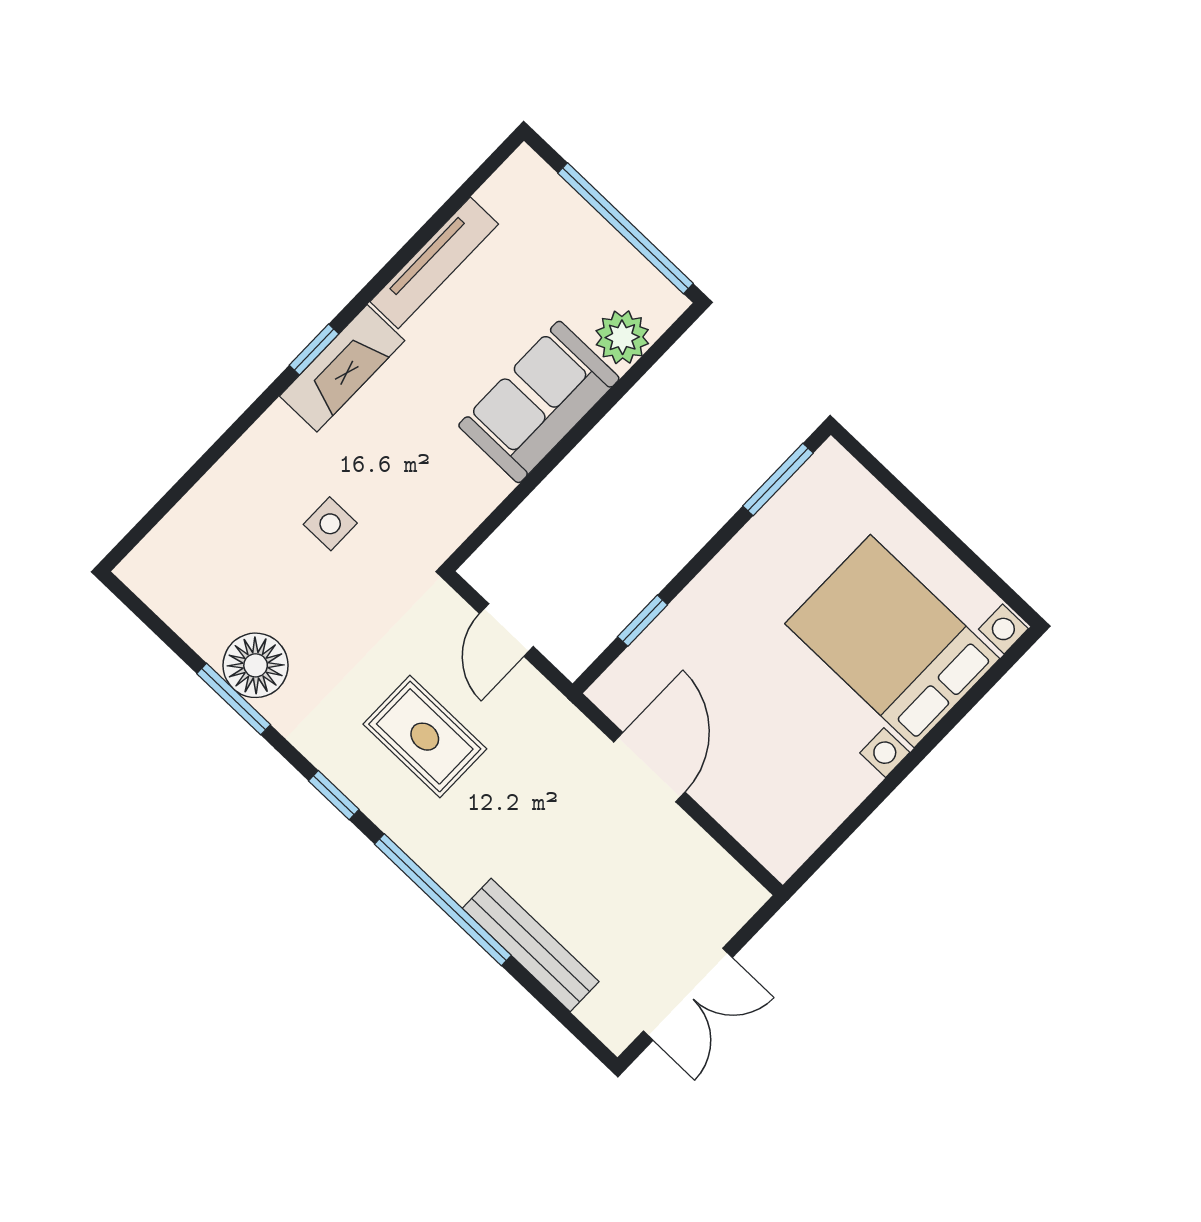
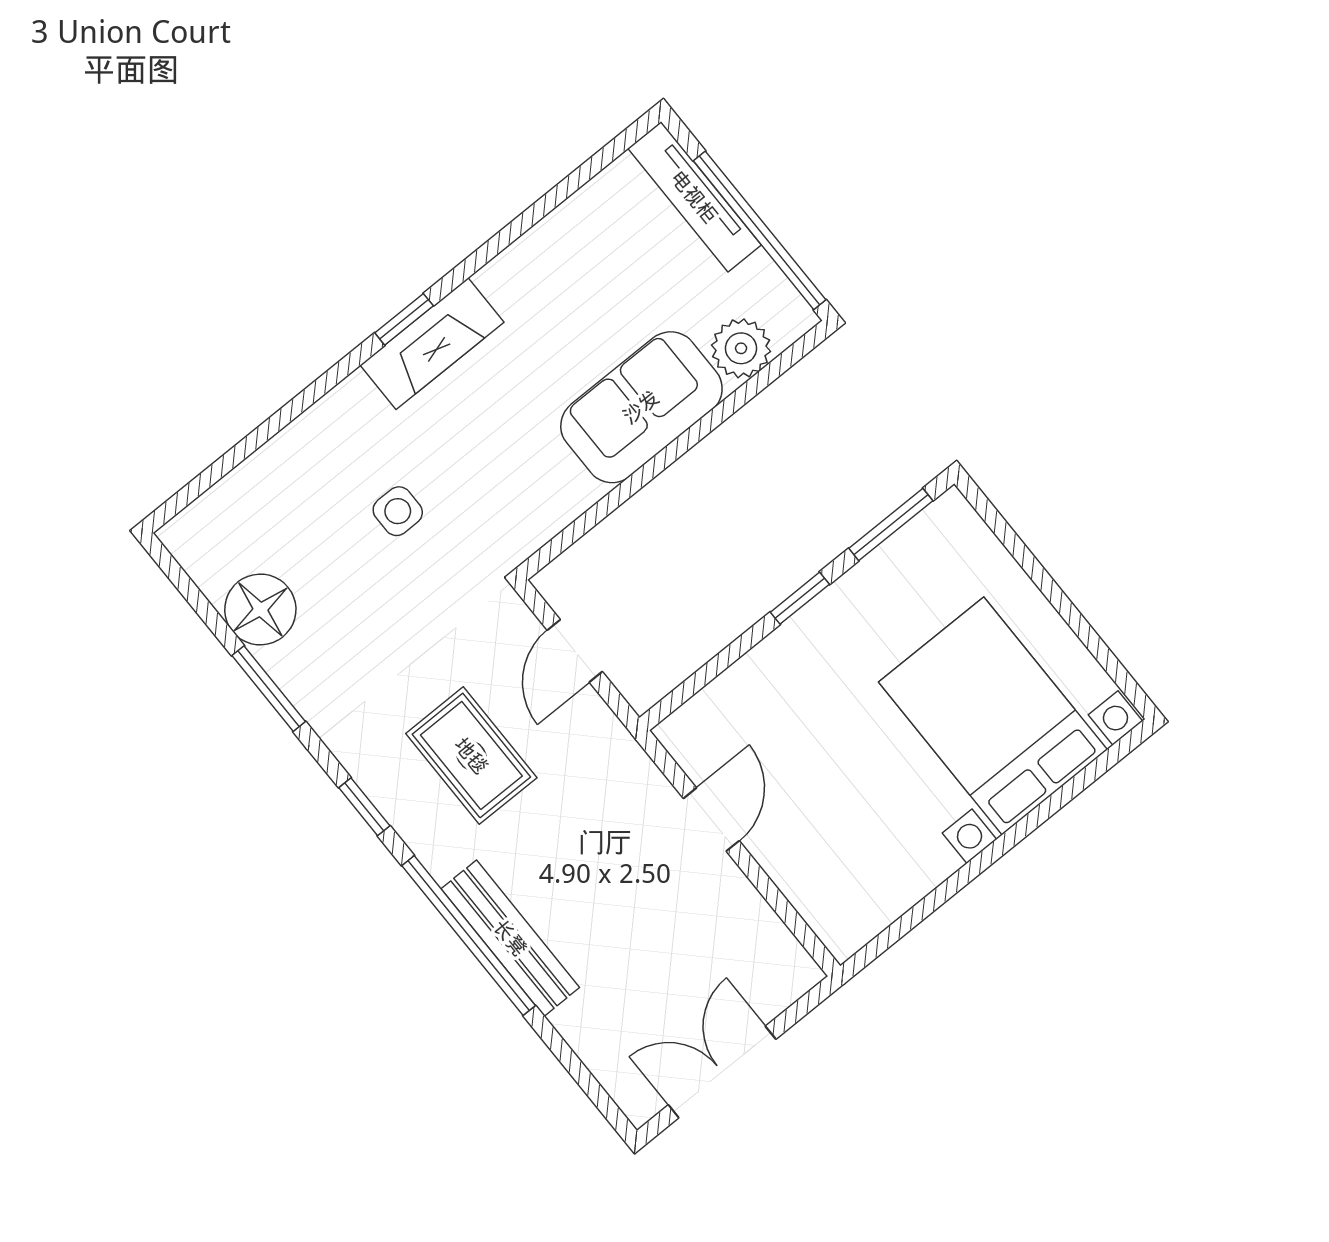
tv unit: (434, 263) -> (694, 197), moved, turned 90
window: (643, 621) -> (800, 598), moved
floor lamp: (256, 665) -> (260, 609), moved
door: (649, 767) -> (711, 820), width x0.73
bench: (531, 945) -> (510, 938), moved
double door: (688, 994) -> (722, 1072), swing flipped

